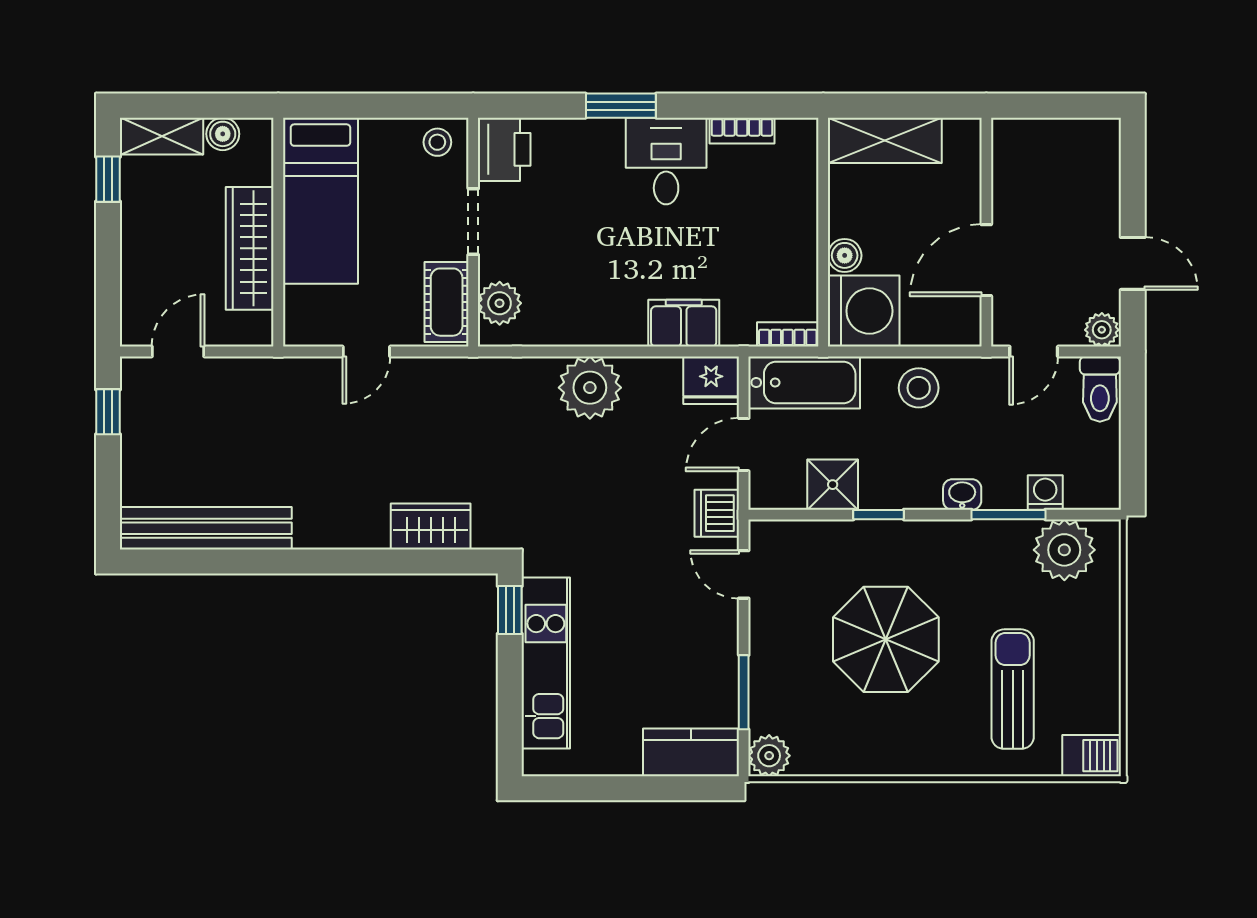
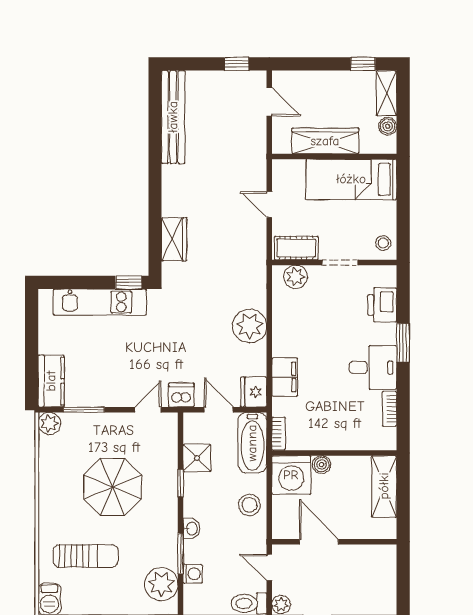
printer: (504, 149) -> (382, 305), moved, turned 90

